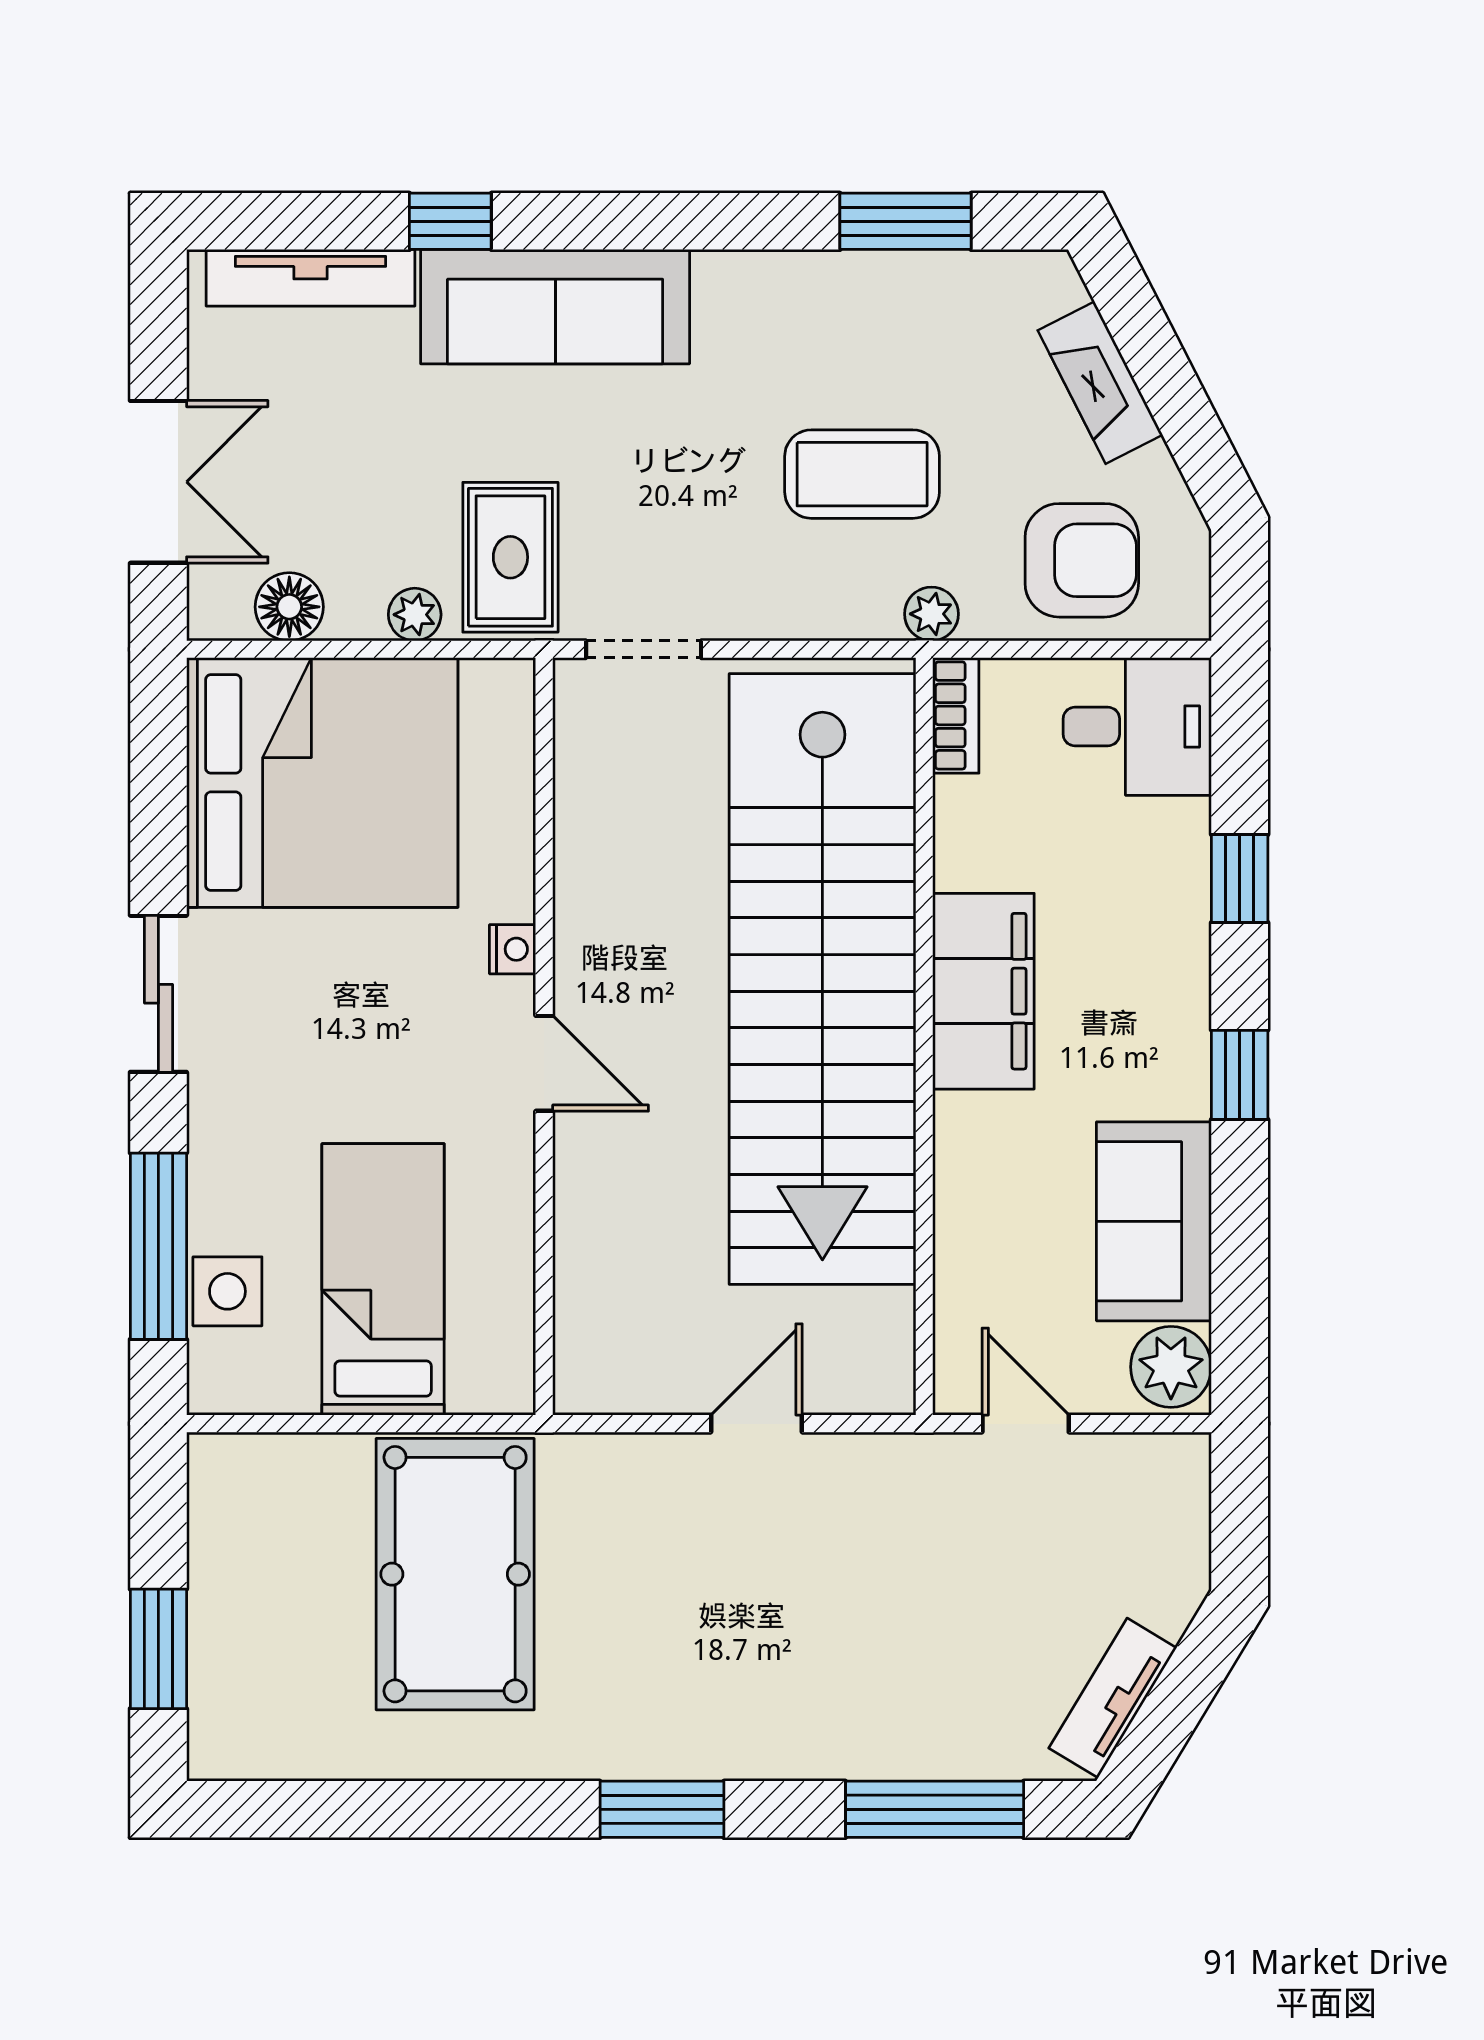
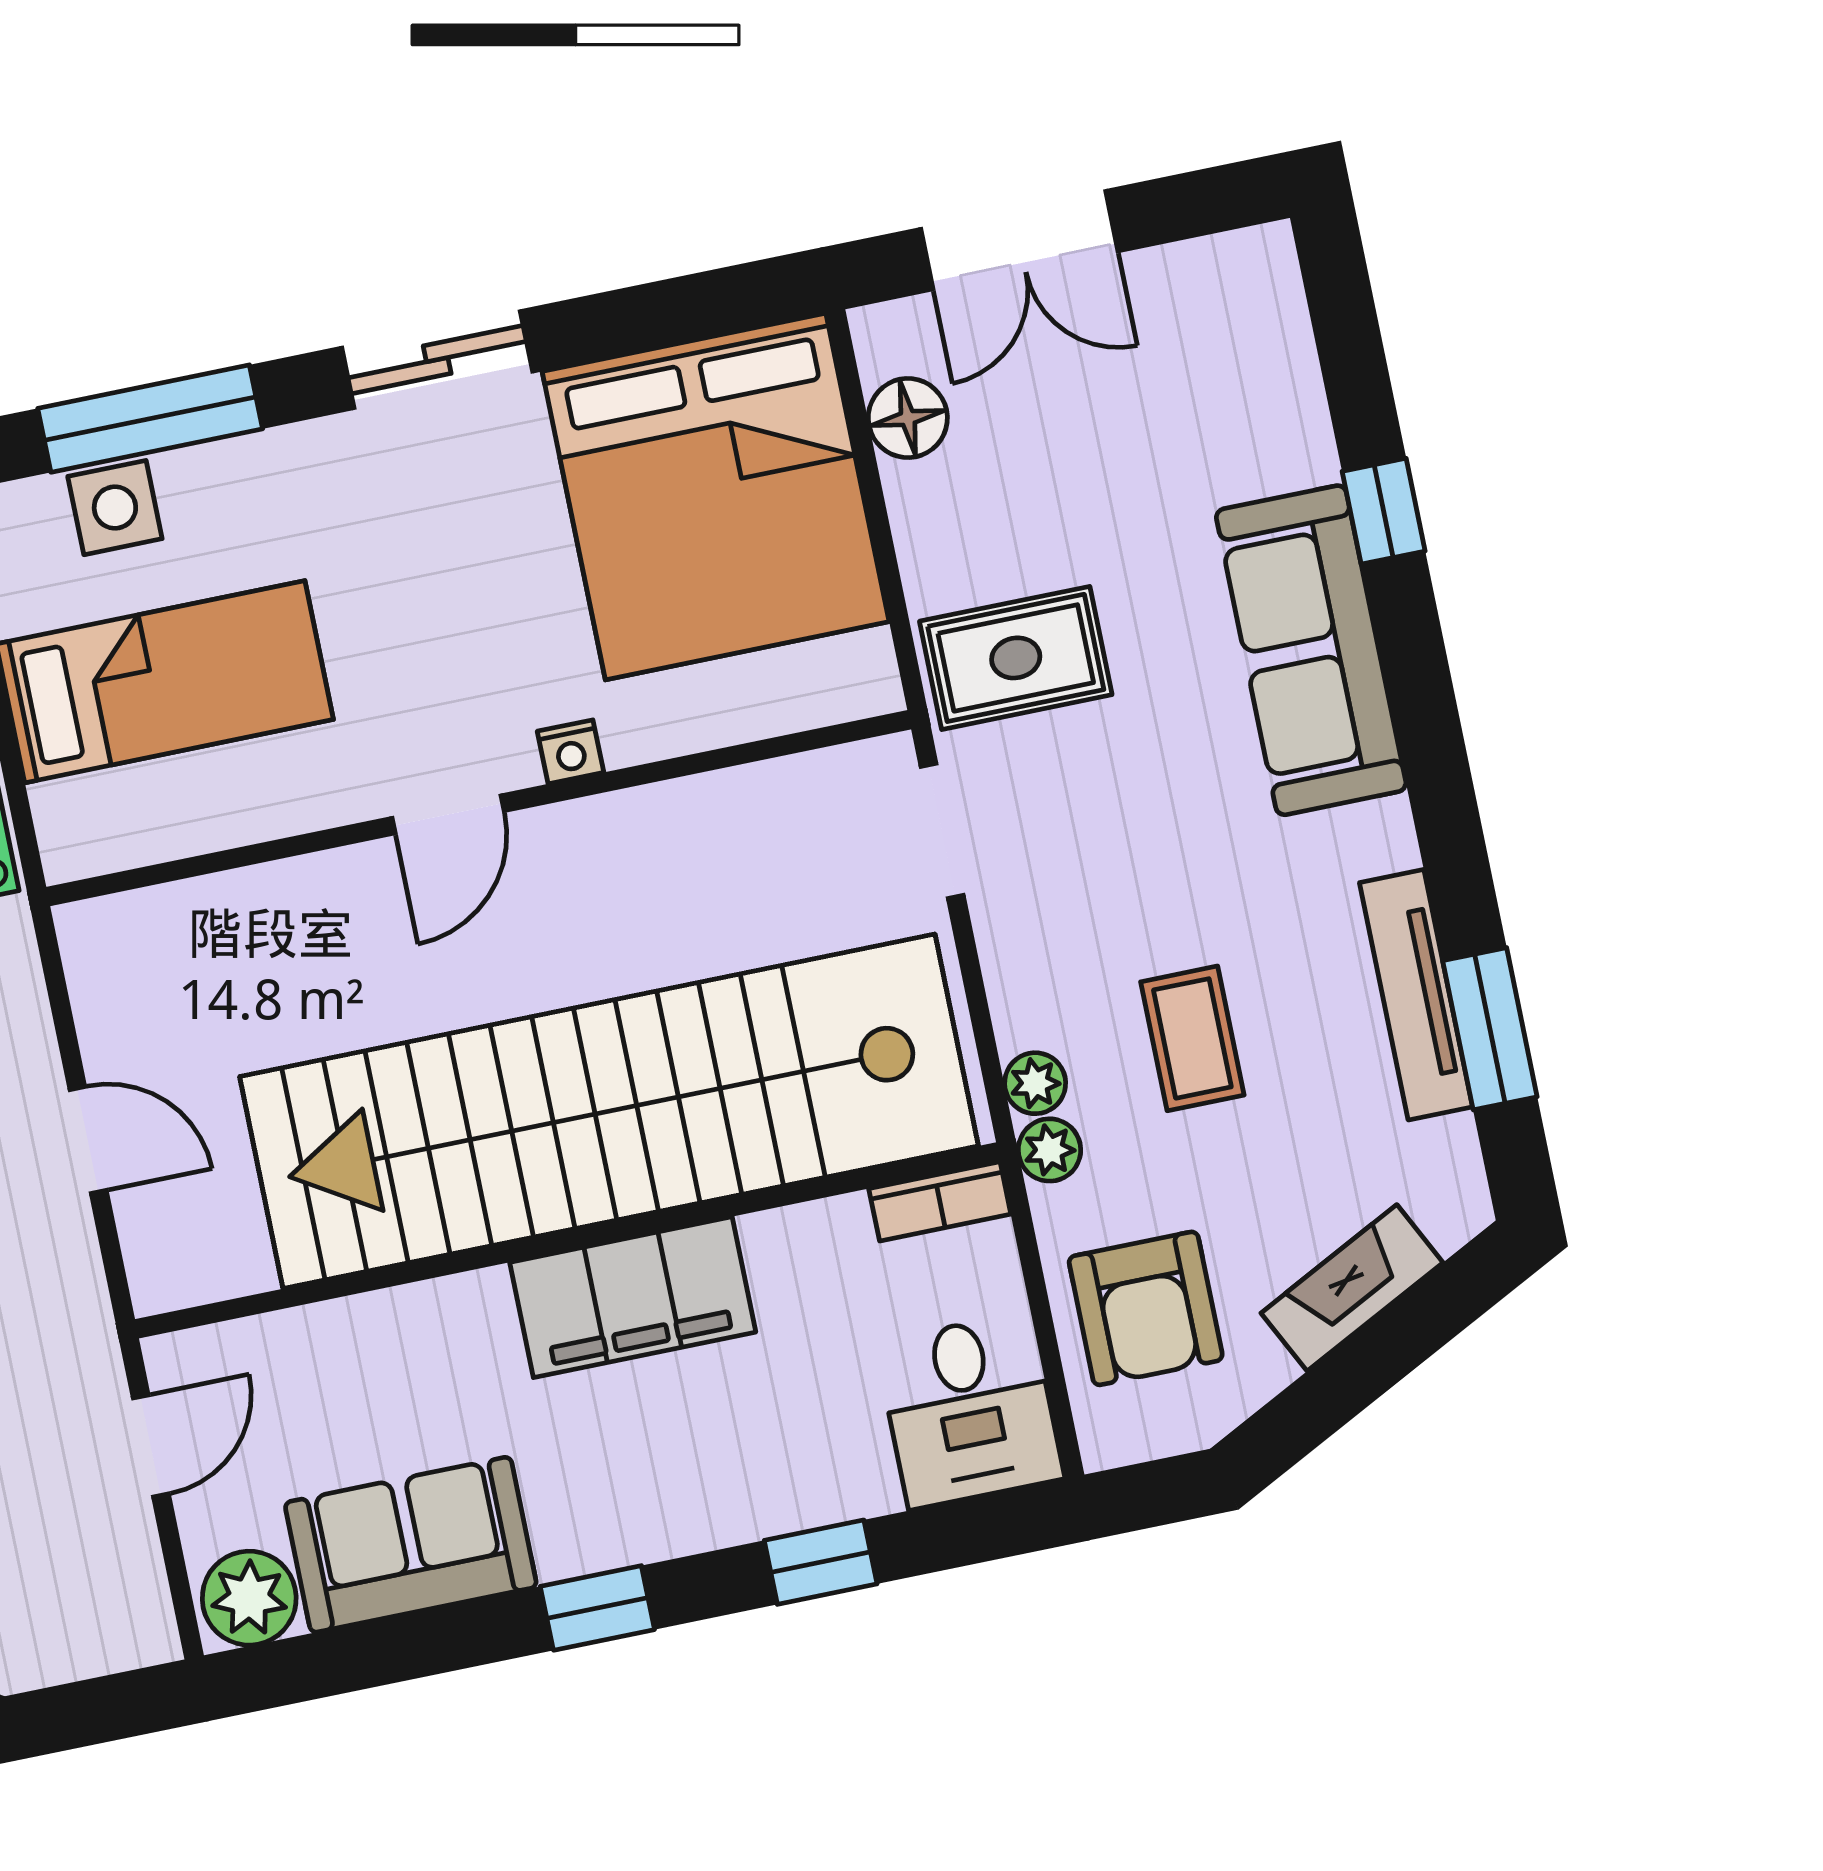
tv unit: (310, 278) -> (1416, 995), moved
coffee table: (862, 474) -> (1192, 1038), width x0.73, depth x0.77
plant: (415, 615) -> (1035, 1083), moved

